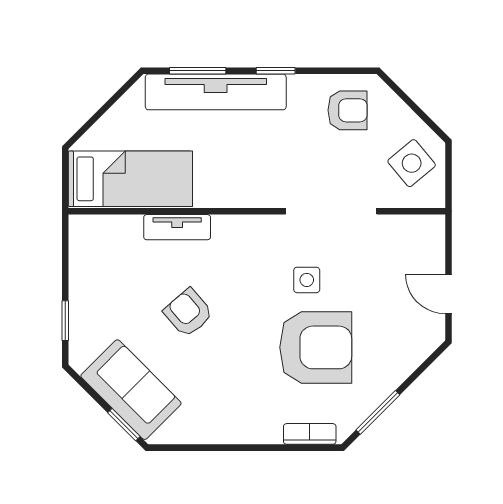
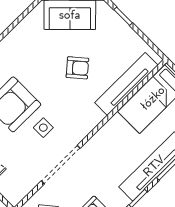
tv unit: (177, 227) -> (126, 84), width x1.92, depth x1.29

